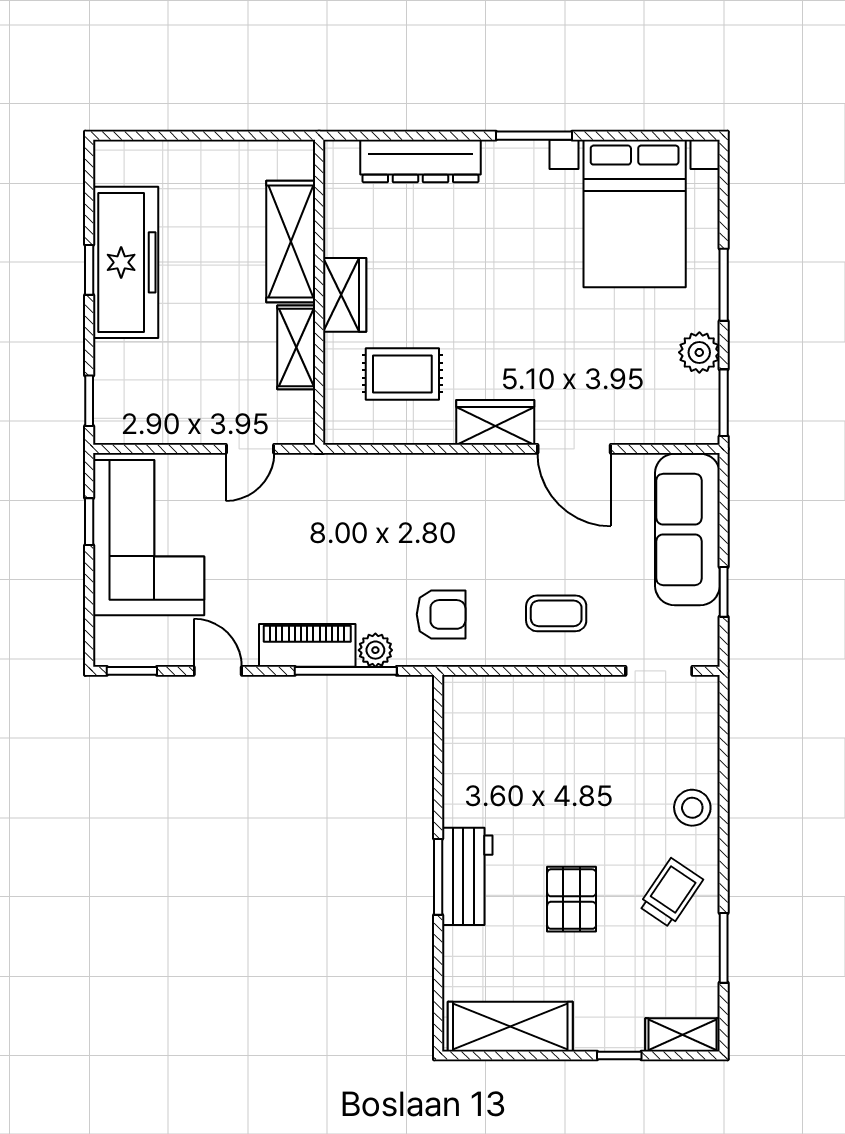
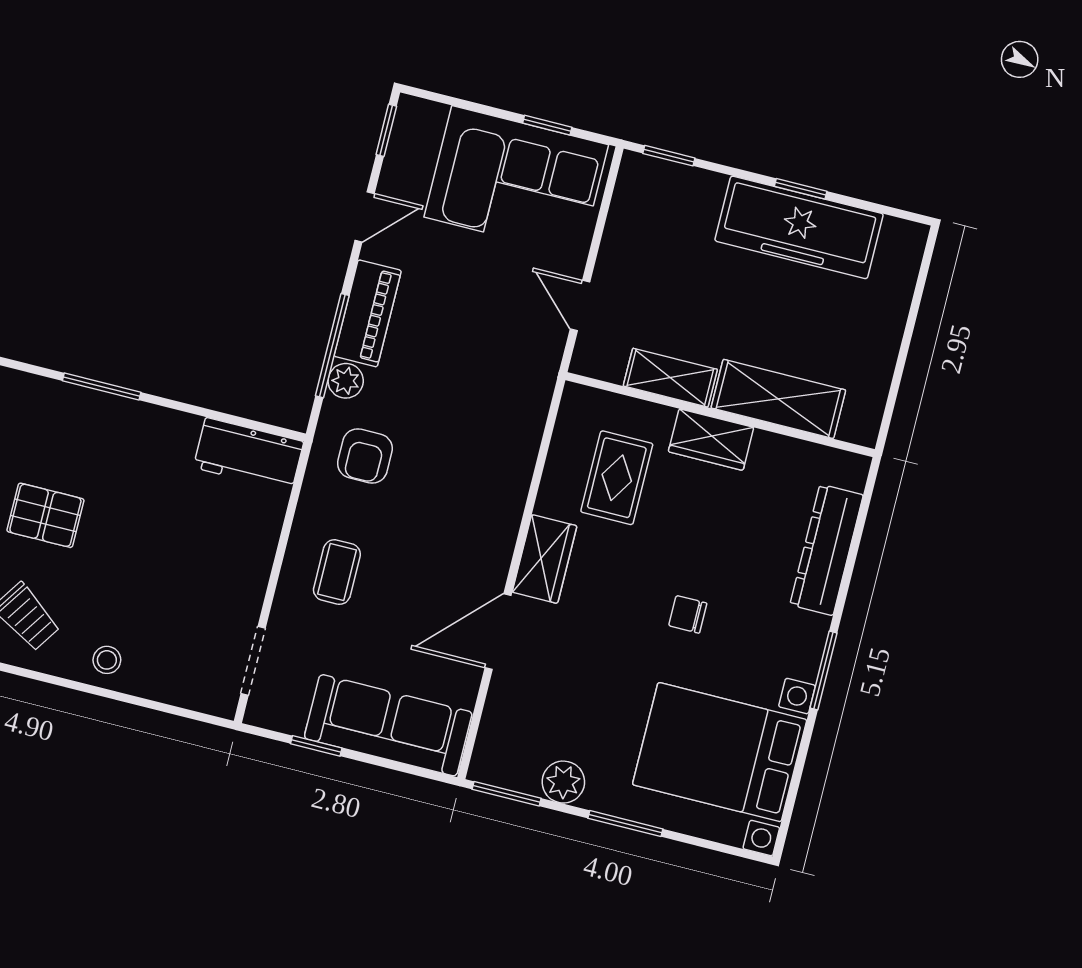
chair: (513, 276) -> (688, 614), added
stool: (692, 808) -> (107, 660), width x0.73, depth x0.73
workbench: (467, 876) -> (248, 455), moved

